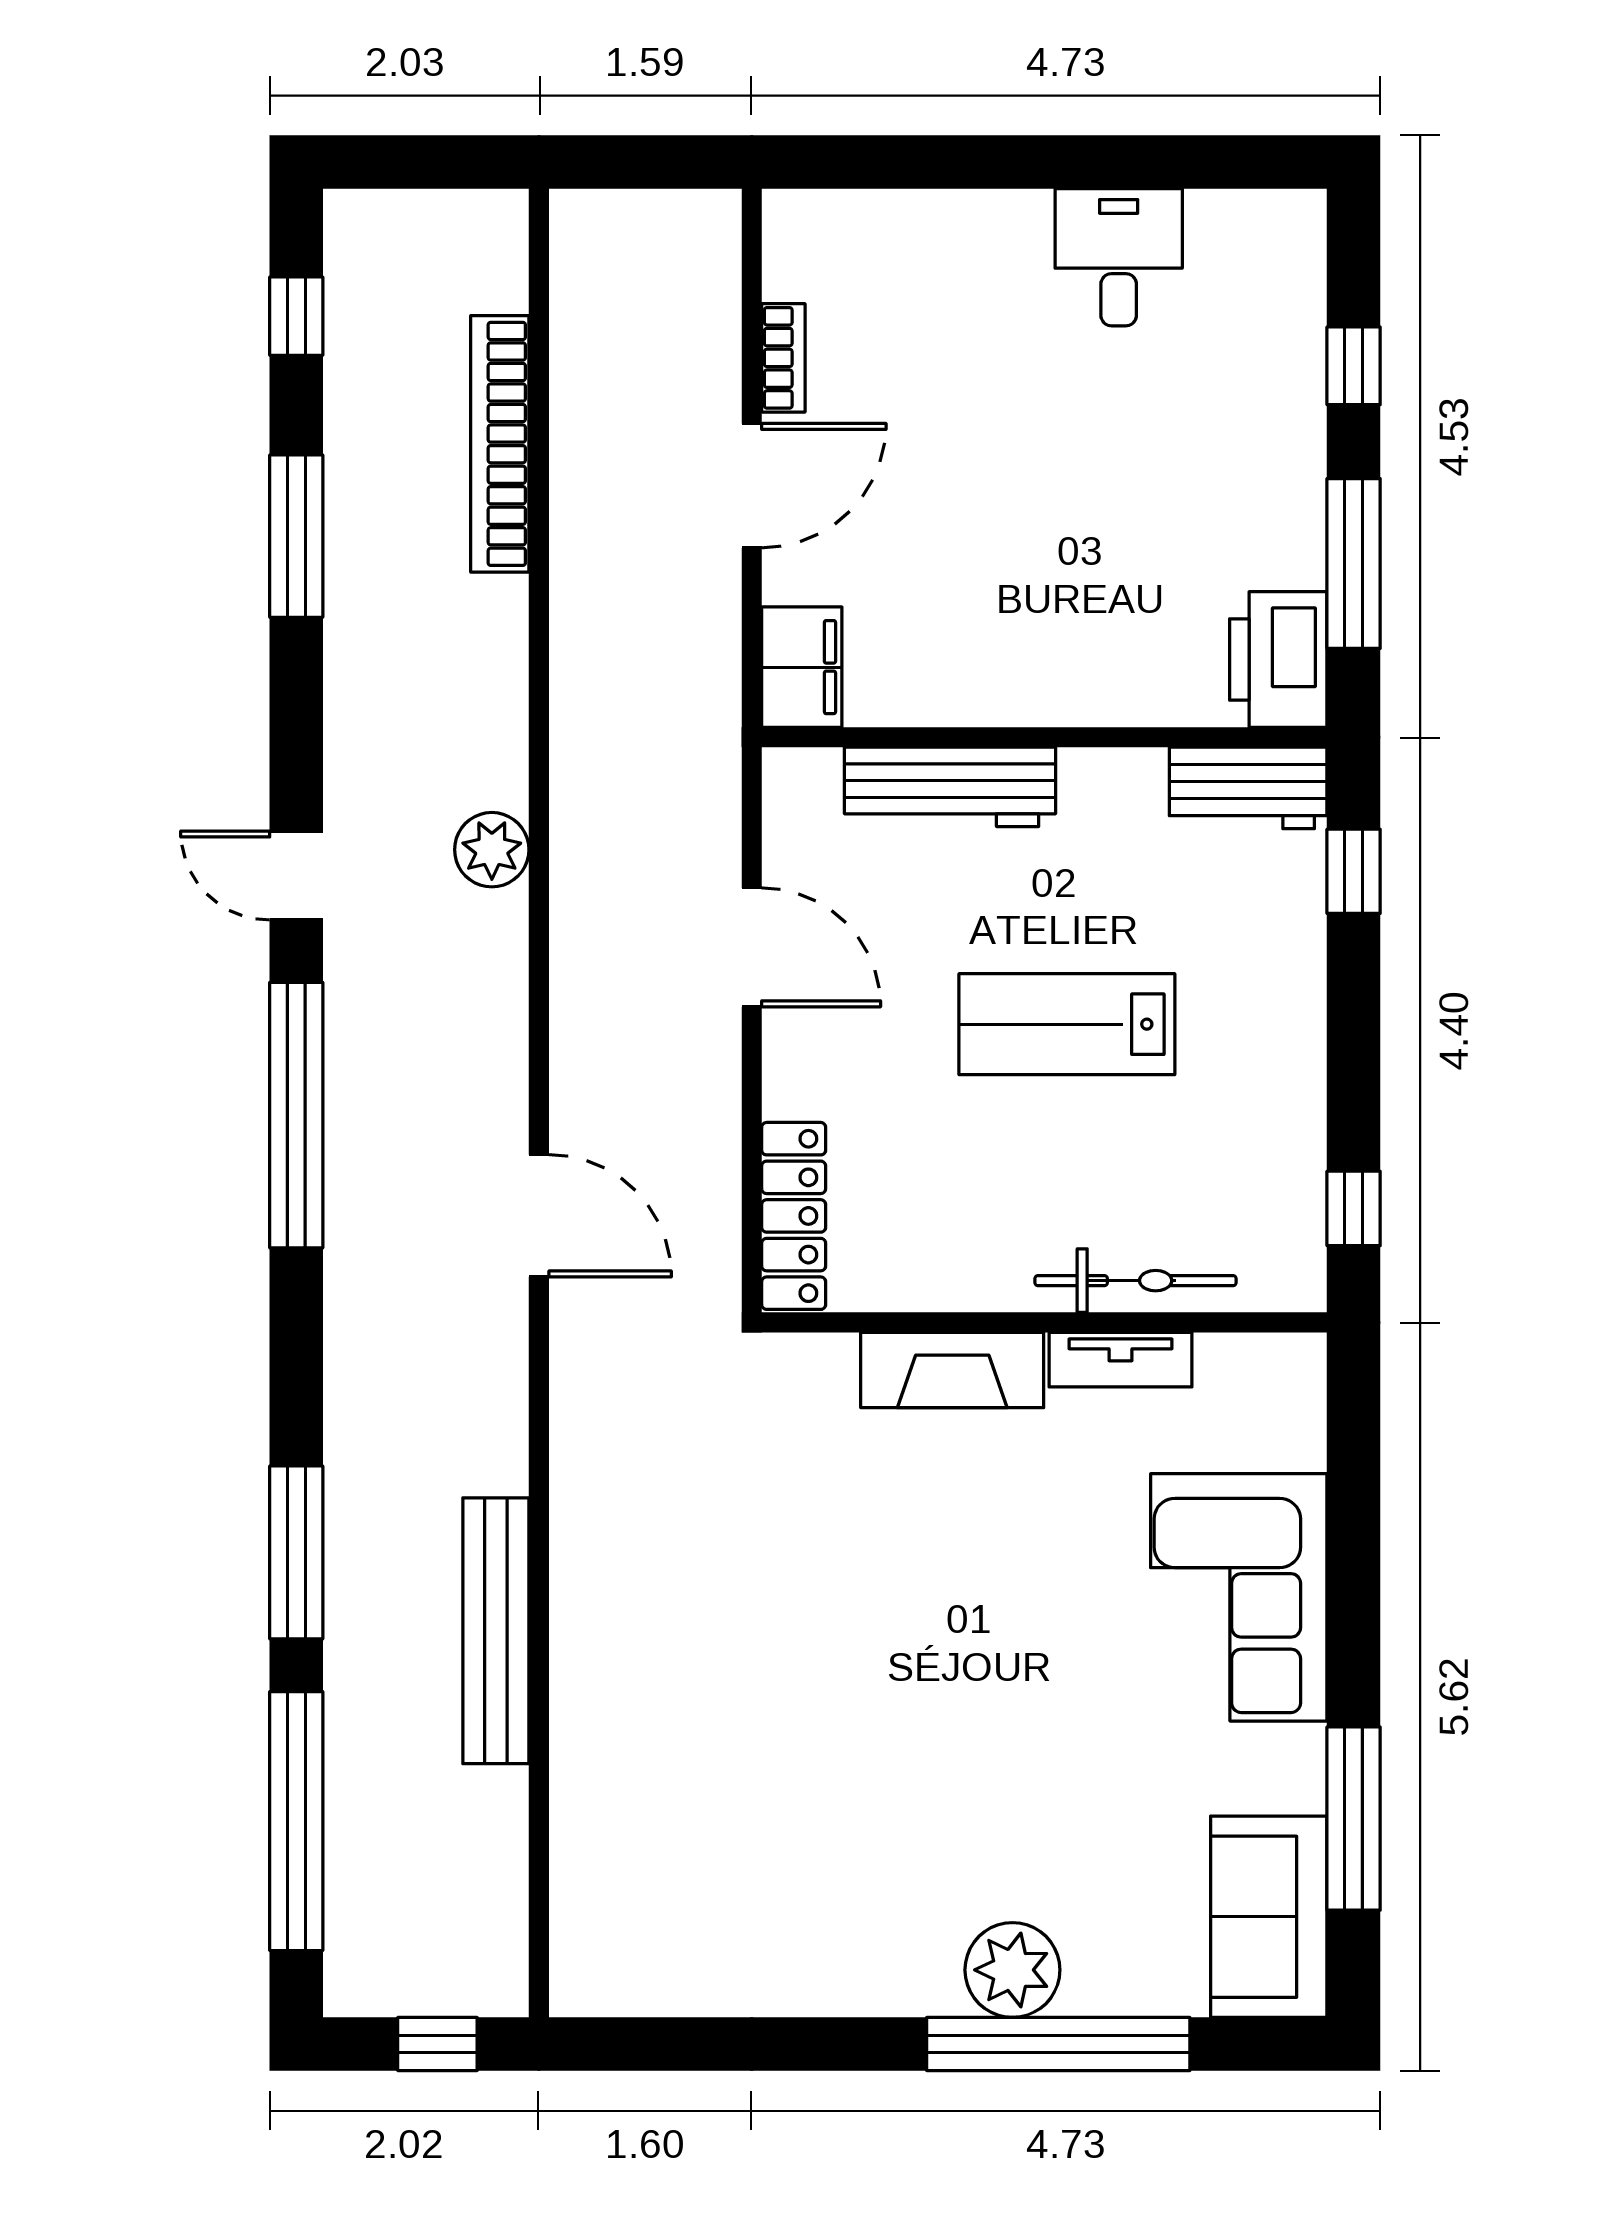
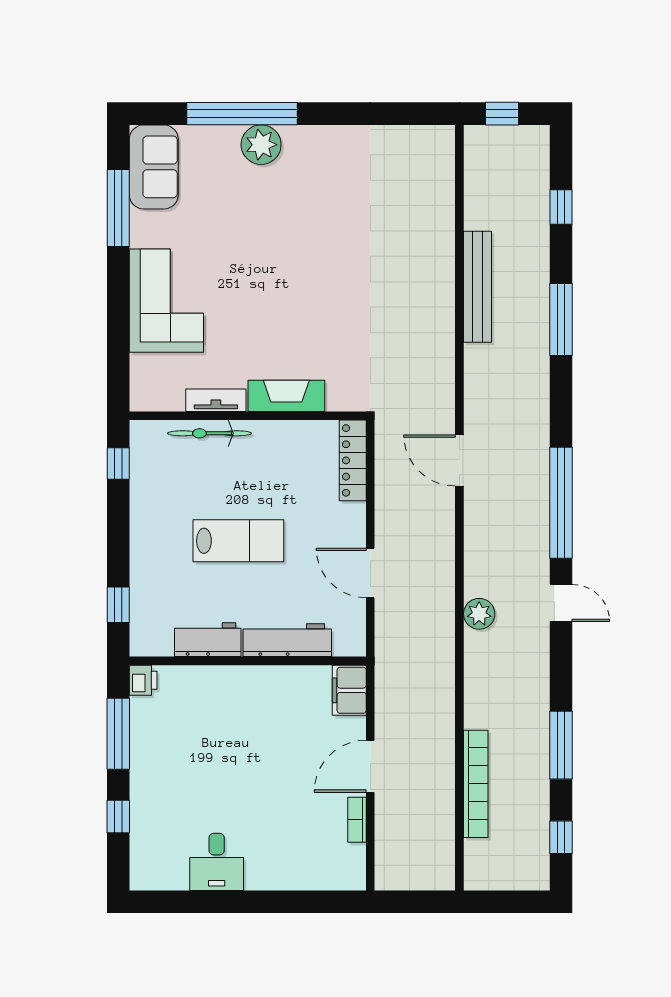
printer: (1278, 659) -> (143, 680), width x0.53, depth x0.68
workbench: (1248, 788) -> (208, 640), moved
window: (296, 1821) -> (561, 207), width x0.32

